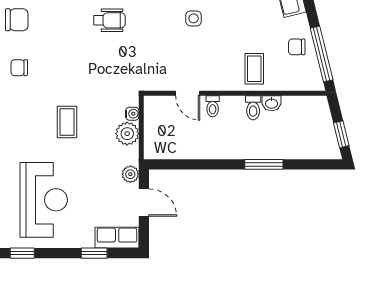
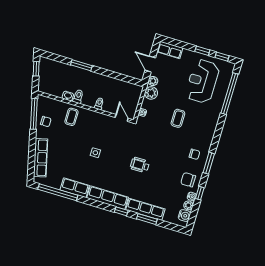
door: (188, 93) -> (122, 118), moved
plant: (127, 134) -> (151, 93), moved
window: (94, 253) -> (202, 51), moved

